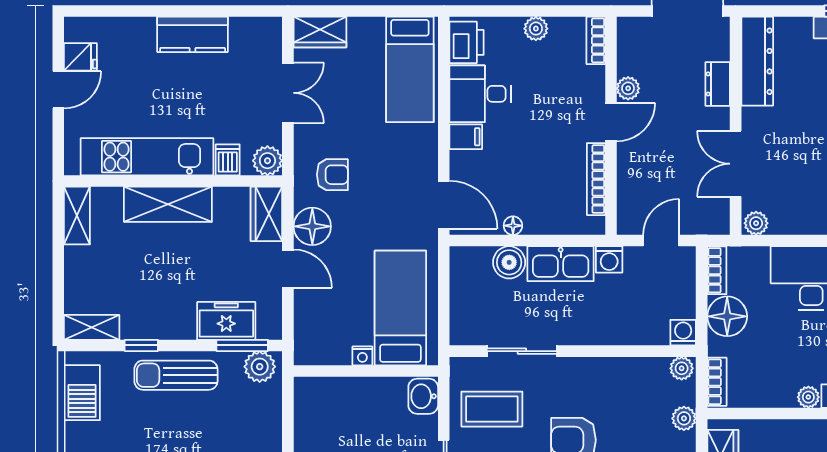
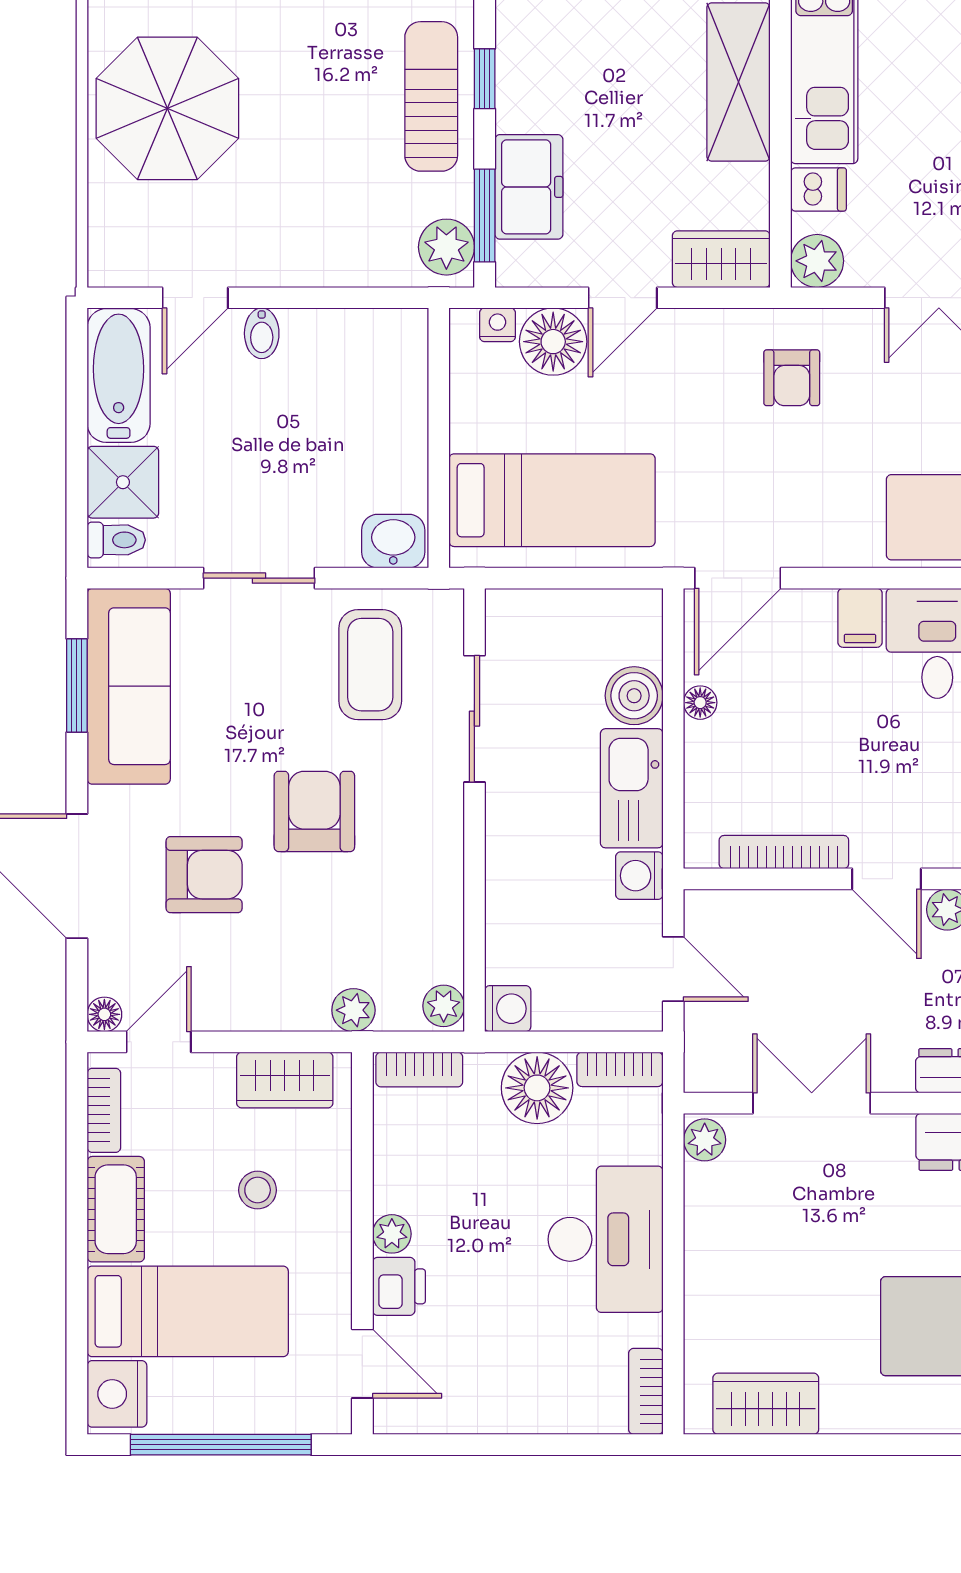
floor lamp: (312, 226) -> (553, 342), moved
window: (141, 345) -> (485, 79), moved
nightstand: (362, 356) -> (498, 325), moved, turned 90

